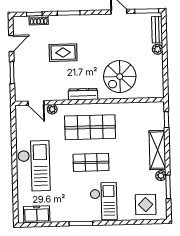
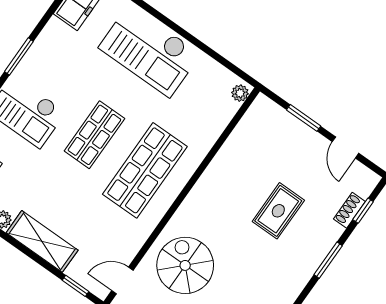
dresser: (83, 94) -> (199, 195), removed
door: (36, 103) -> (122, 280), moved
plant: (52, 109) -> (240, 93), moved

